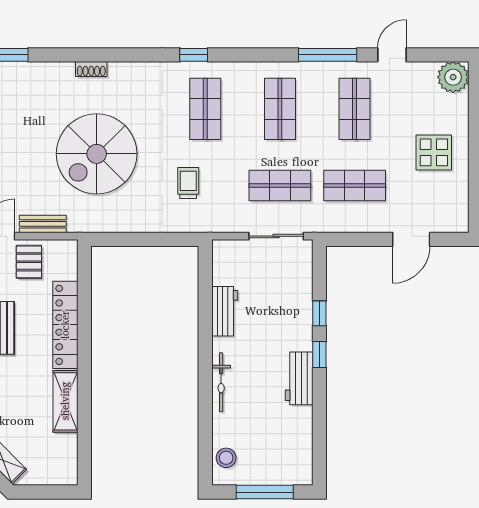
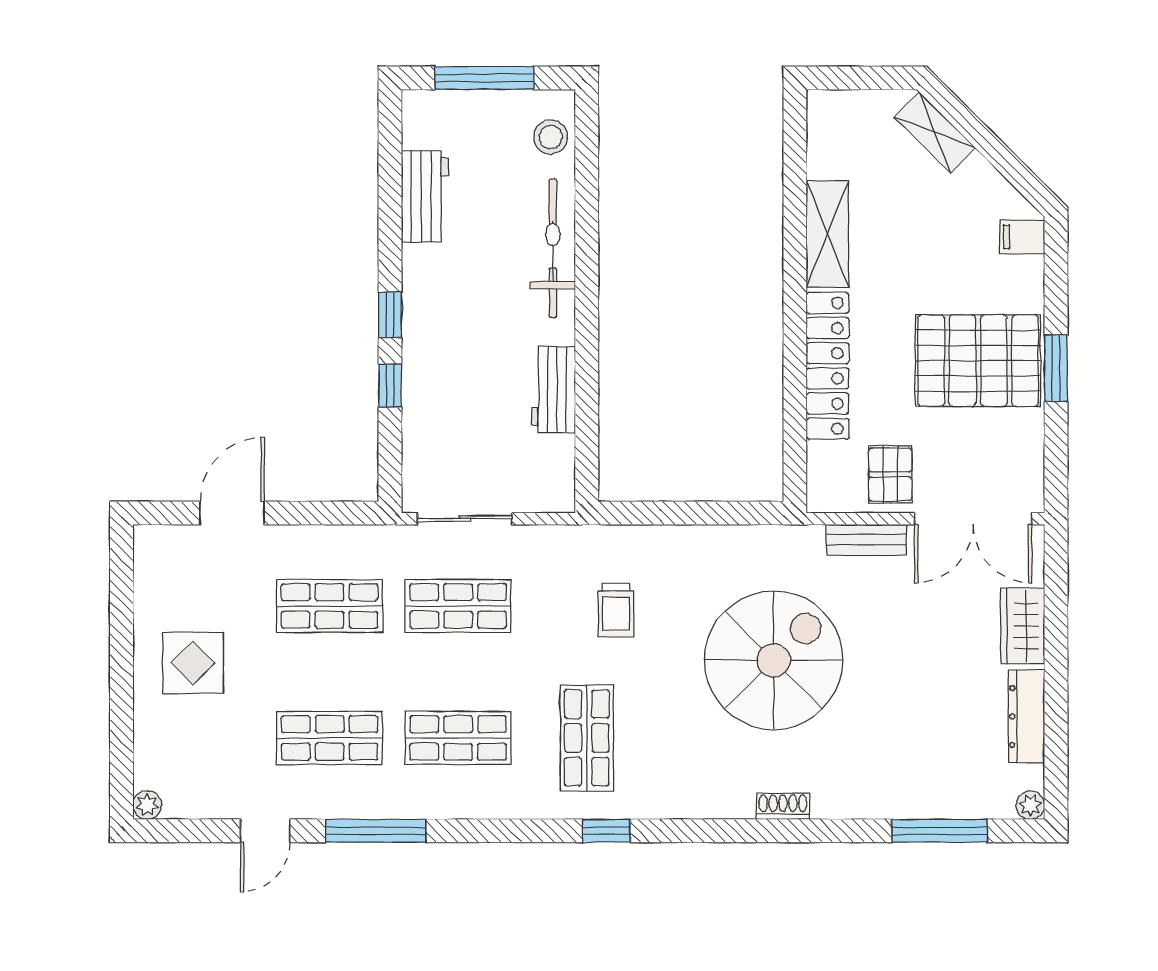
plant: (453, 77) -> (147, 805), width x0.53, depth x0.53
shop shelf: (280, 109) -> (458, 738), turned 90
shop shelf: (355, 109) -> (330, 738), turned 90
workbench: (299, 378) -> (425, 196), moved
bicycle: (221, 382) -> (553, 248), width x1.37, depth x1.40

